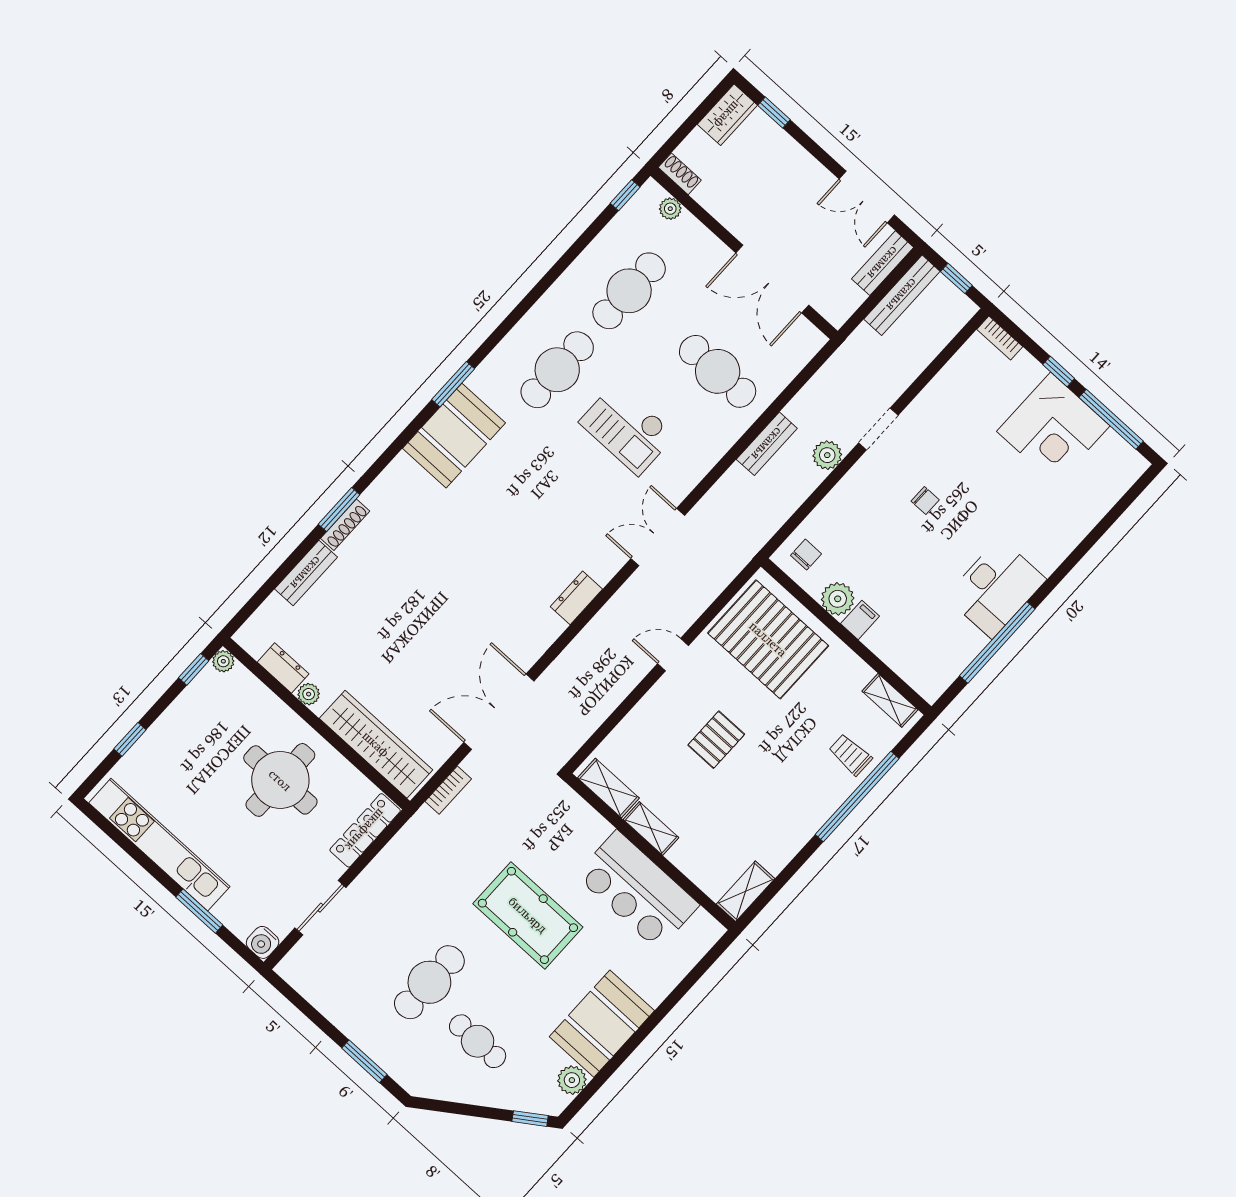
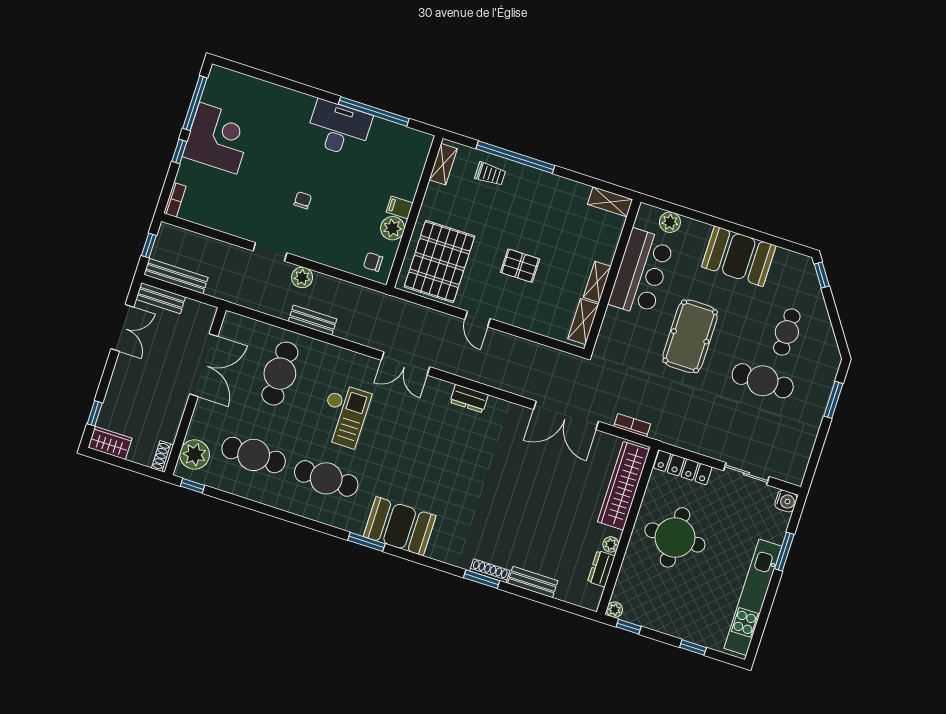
plant: (670, 209) -> (195, 455), width x1.87, depth x1.87
trolley: (850, 755) -> (490, 174), turned -90
plant: (572, 1080) -> (670, 222), moved

